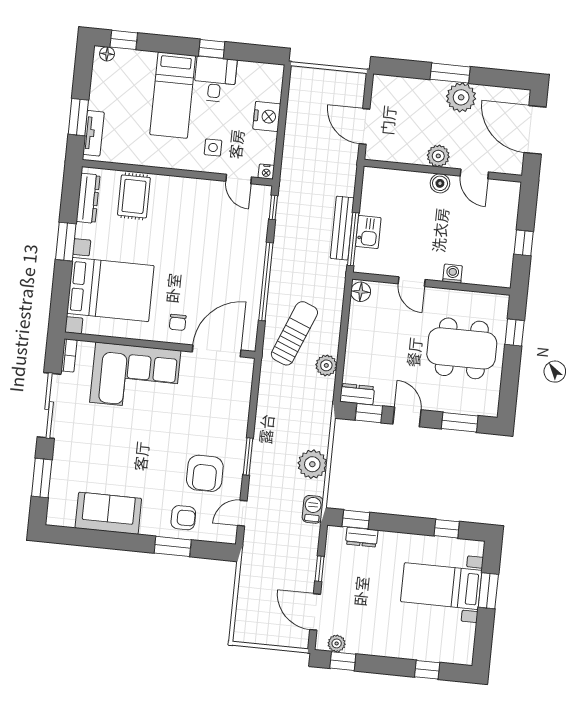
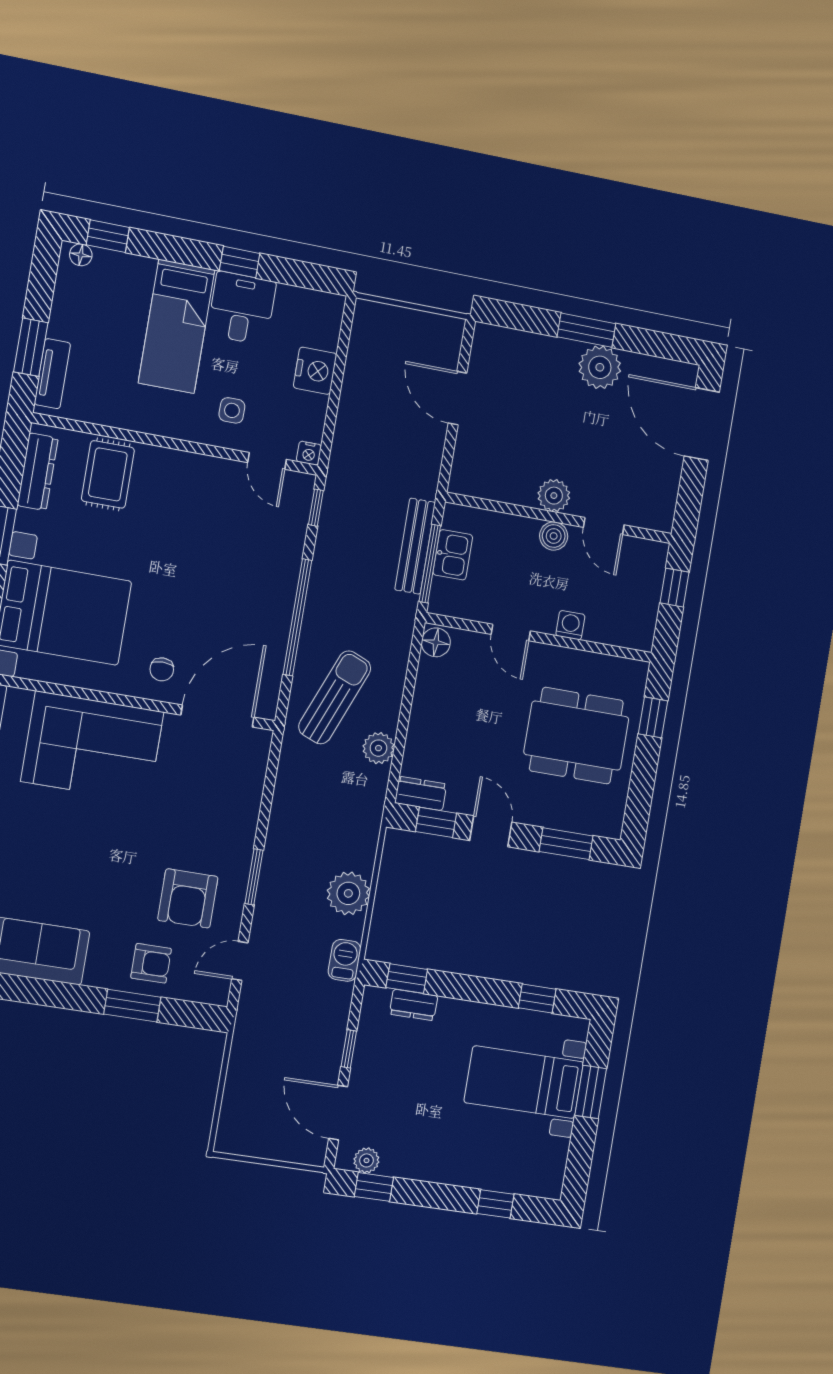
plant: (438, 156) -> (554, 496), moved
wall: (443, 171) -> (559, 518), moved
door: (474, 174) -> (604, 526), moved
boiler: (440, 183) -> (554, 536), moved

